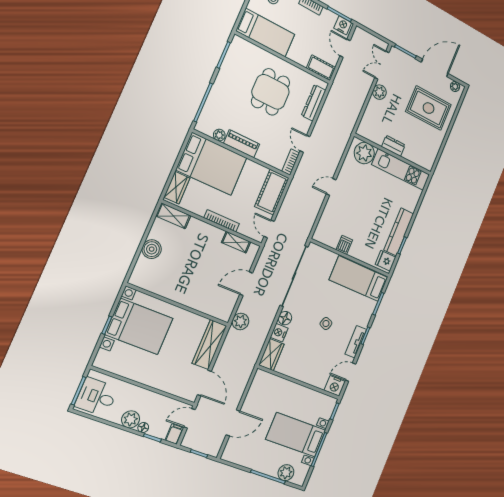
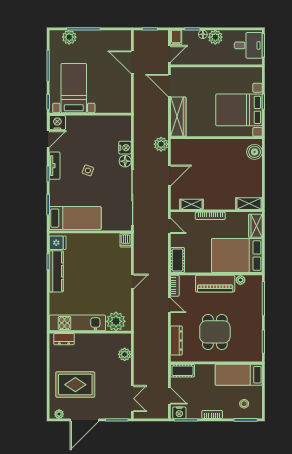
plant: (379, 92) -> (125, 354), moved
piano: (242, 144) -> (215, 284), width x1.37, depth x1.33
dresser: (393, 146) -> (64, 339), moved
cot: (272, 192) -> (178, 260), width x0.73, depth x0.75
dishwasher: (344, 245) -> (126, 240), moved
boiler: (152, 249) -> (255, 152), moved
wardrobe: (271, 355) -> (124, 128), removed
door: (233, 423) -> (132, 62), hinge flipped
bed with nightstands: (296, 435) -> (74, 88), moved, turned -90

